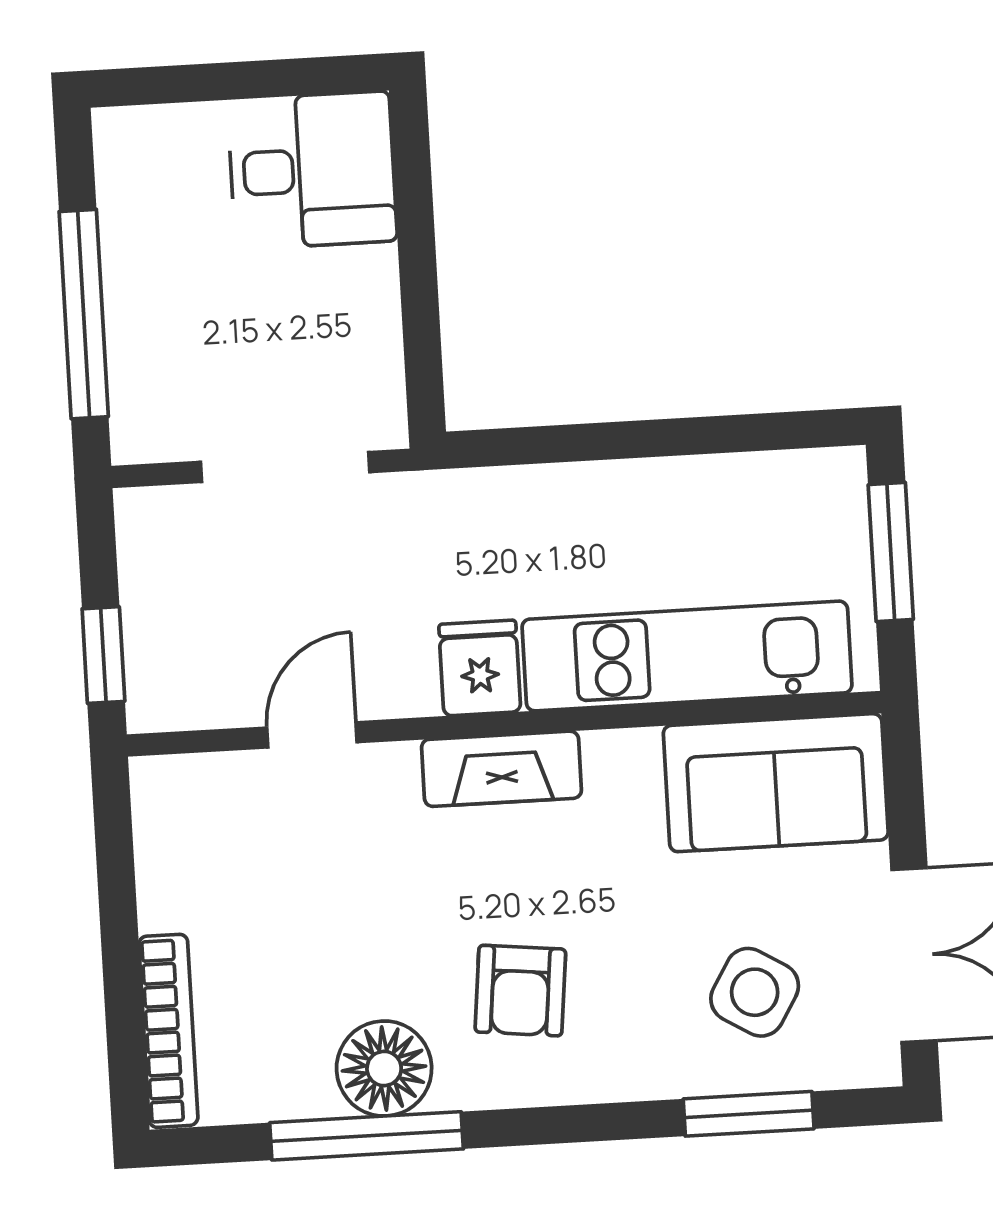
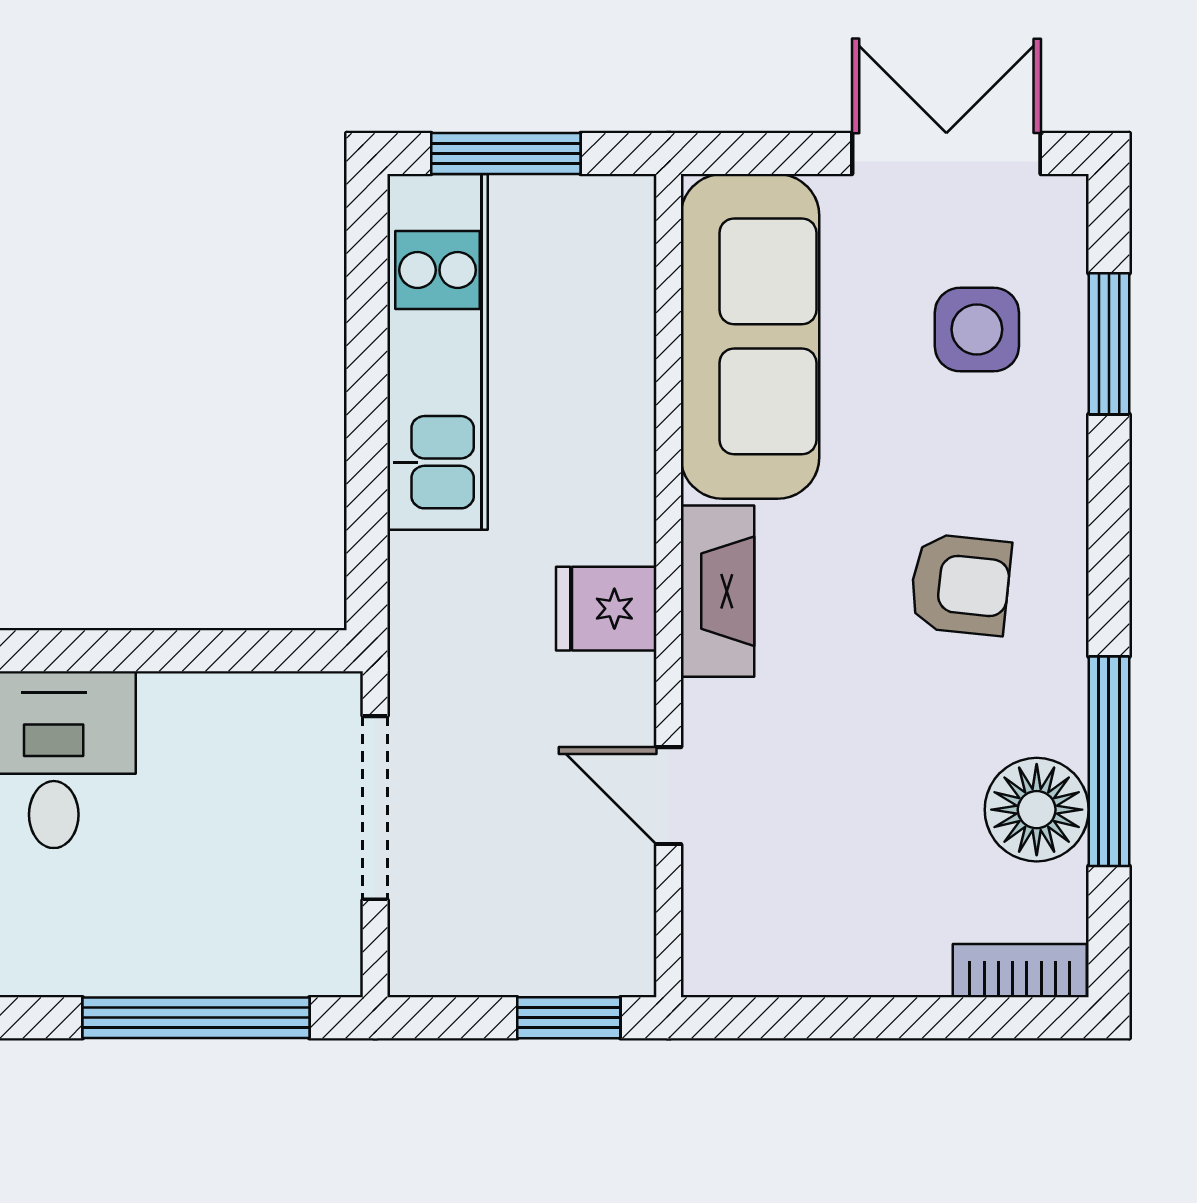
kitchen unit: (687, 656) -> (438, 352), moved, turned 180
sofa: (776, 783) -> (750, 336), width x1.36
side table: (755, 992) -> (977, 329), turned -31
bookcase: (168, 1031) -> (1020, 971), width x0.64
floor lamp: (384, 1068) -> (1037, 810), moved

